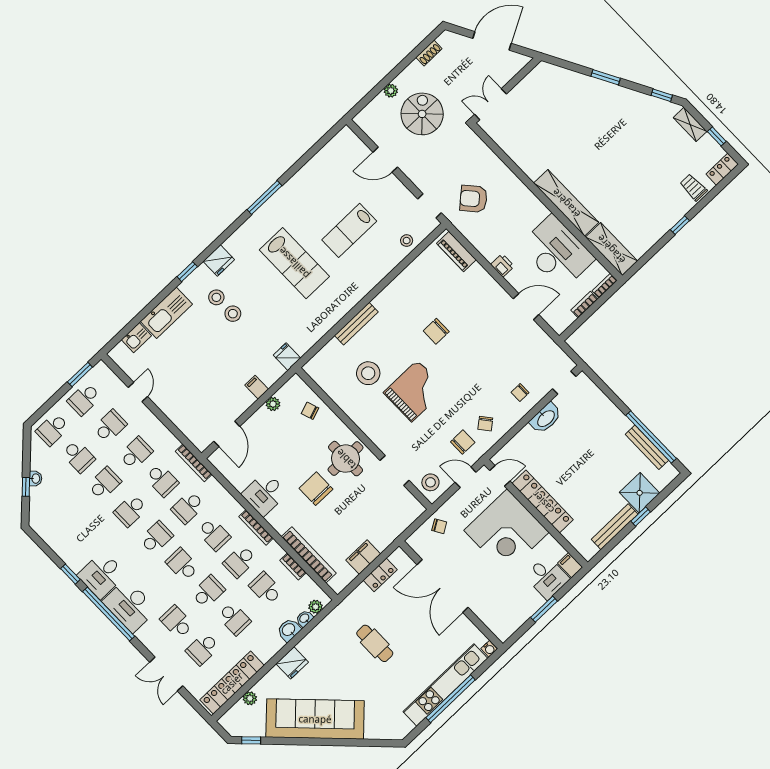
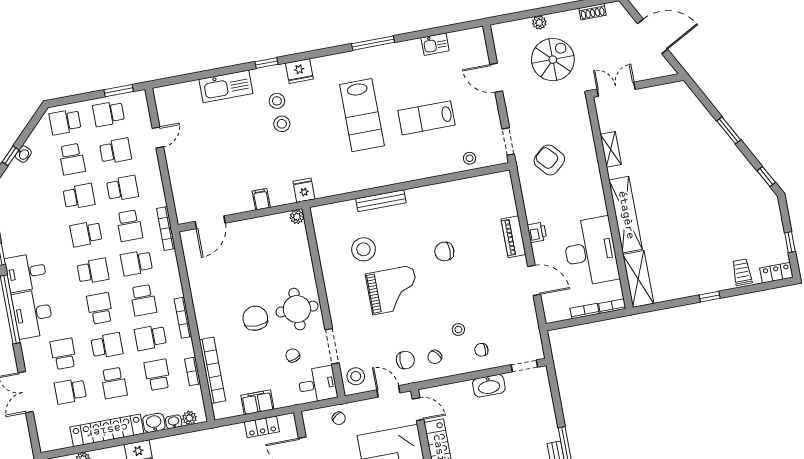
shelving: (690, 124) -> (611, 149), moved
piano: (456, 252) -> (513, 237), moved
kitchen sink: (136, 338) -> (435, 44), moved
stool: (490, 388) -> (458, 329), added
plant: (273, 404) -> (297, 217), moved
chair: (310, 411) -> (293, 355), moved
desk: (264, 494) -> (317, 384), moved, turned 180
locker: (232, 683) -> (107, 430), moved

